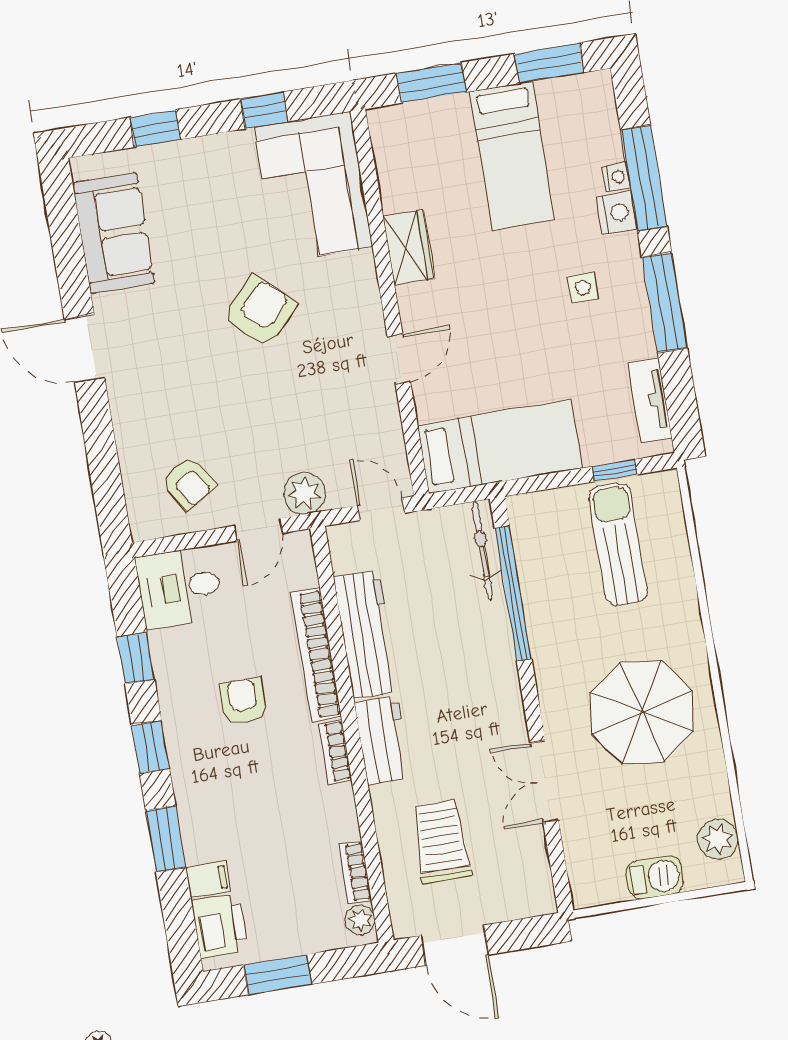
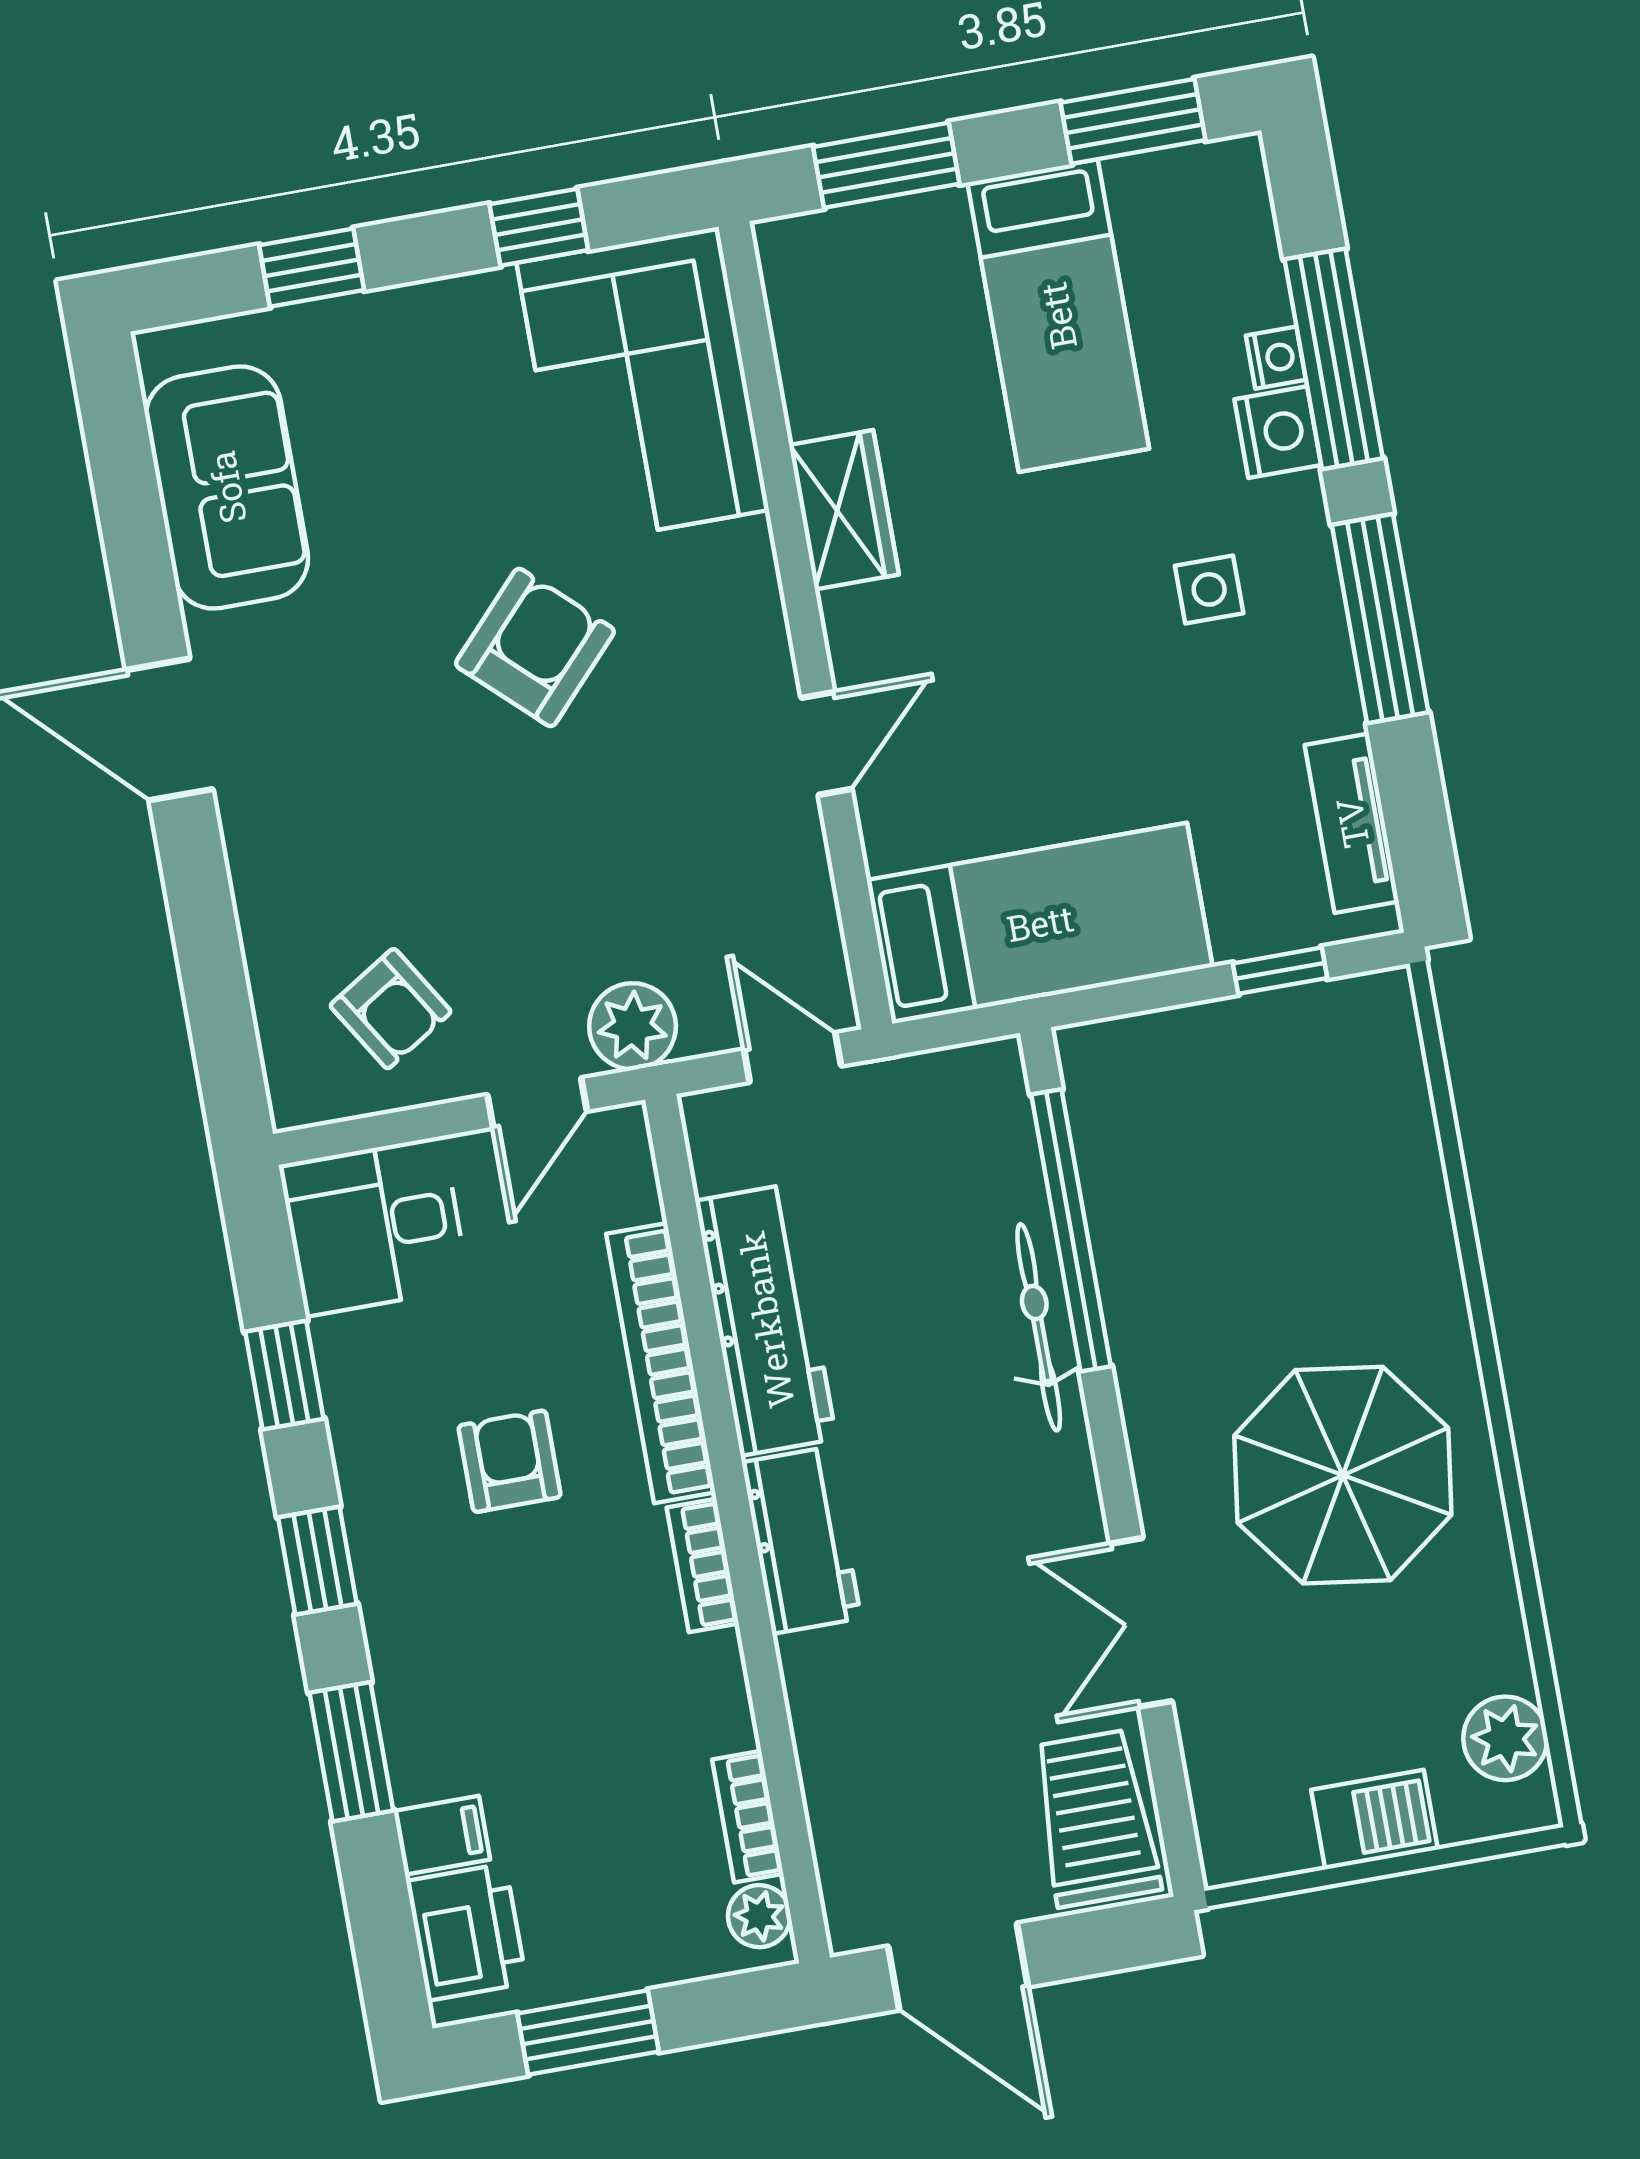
sun lounger: (618, 544) -> (1289, 1125), removed
bicycle: (482, 551) -> (1039, 1327), moved
trolley: (441, 842) -> (1096, 1818), moved

